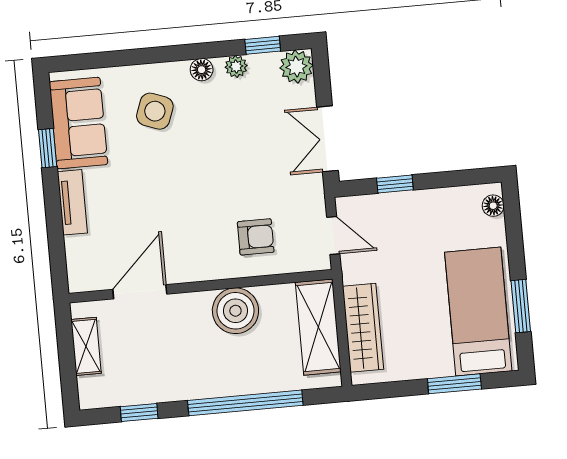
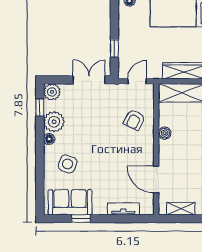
plant: (236, 66) -> (54, 122), width x1.88, depth x1.88
double door: (327, 139) -> (89, 80), swing flipped
tv unit: (72, 202) -> (123, 209), moved
armchair: (256, 237) -> (134, 120), turned -153
boiler: (235, 311) -> (165, 133), width x0.54, depth x0.54

